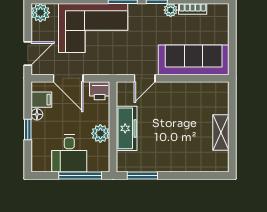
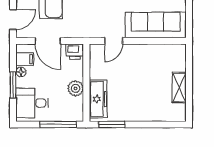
freezer: (127, 128) -> (98, 99), moved
window: (28, 129) -> (13, 85), width x1.50
desk: (69, 153) -> (32, 103), moved, turned 90

